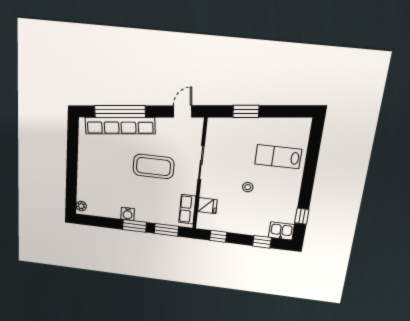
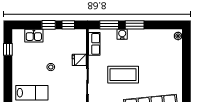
fridge: (207, 206) -> (79, 60), moved
water cooler: (128, 214) -> (122, 34), moved
kitchen sink: (281, 231) -> (34, 36), moved
window: (262, 242) -> (49, 25), moved

